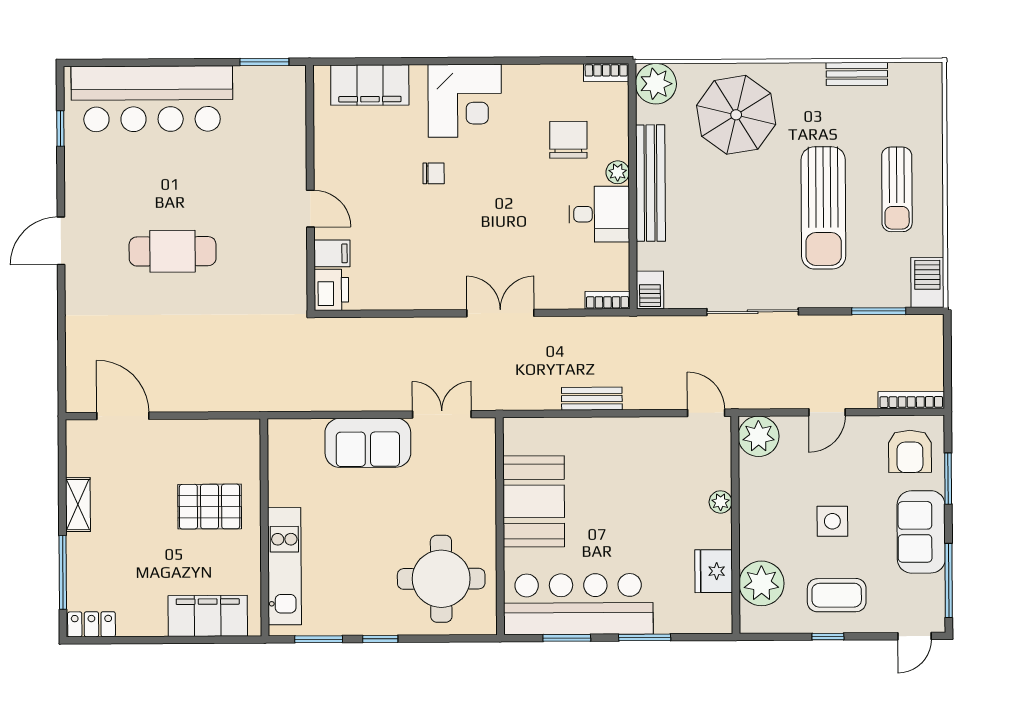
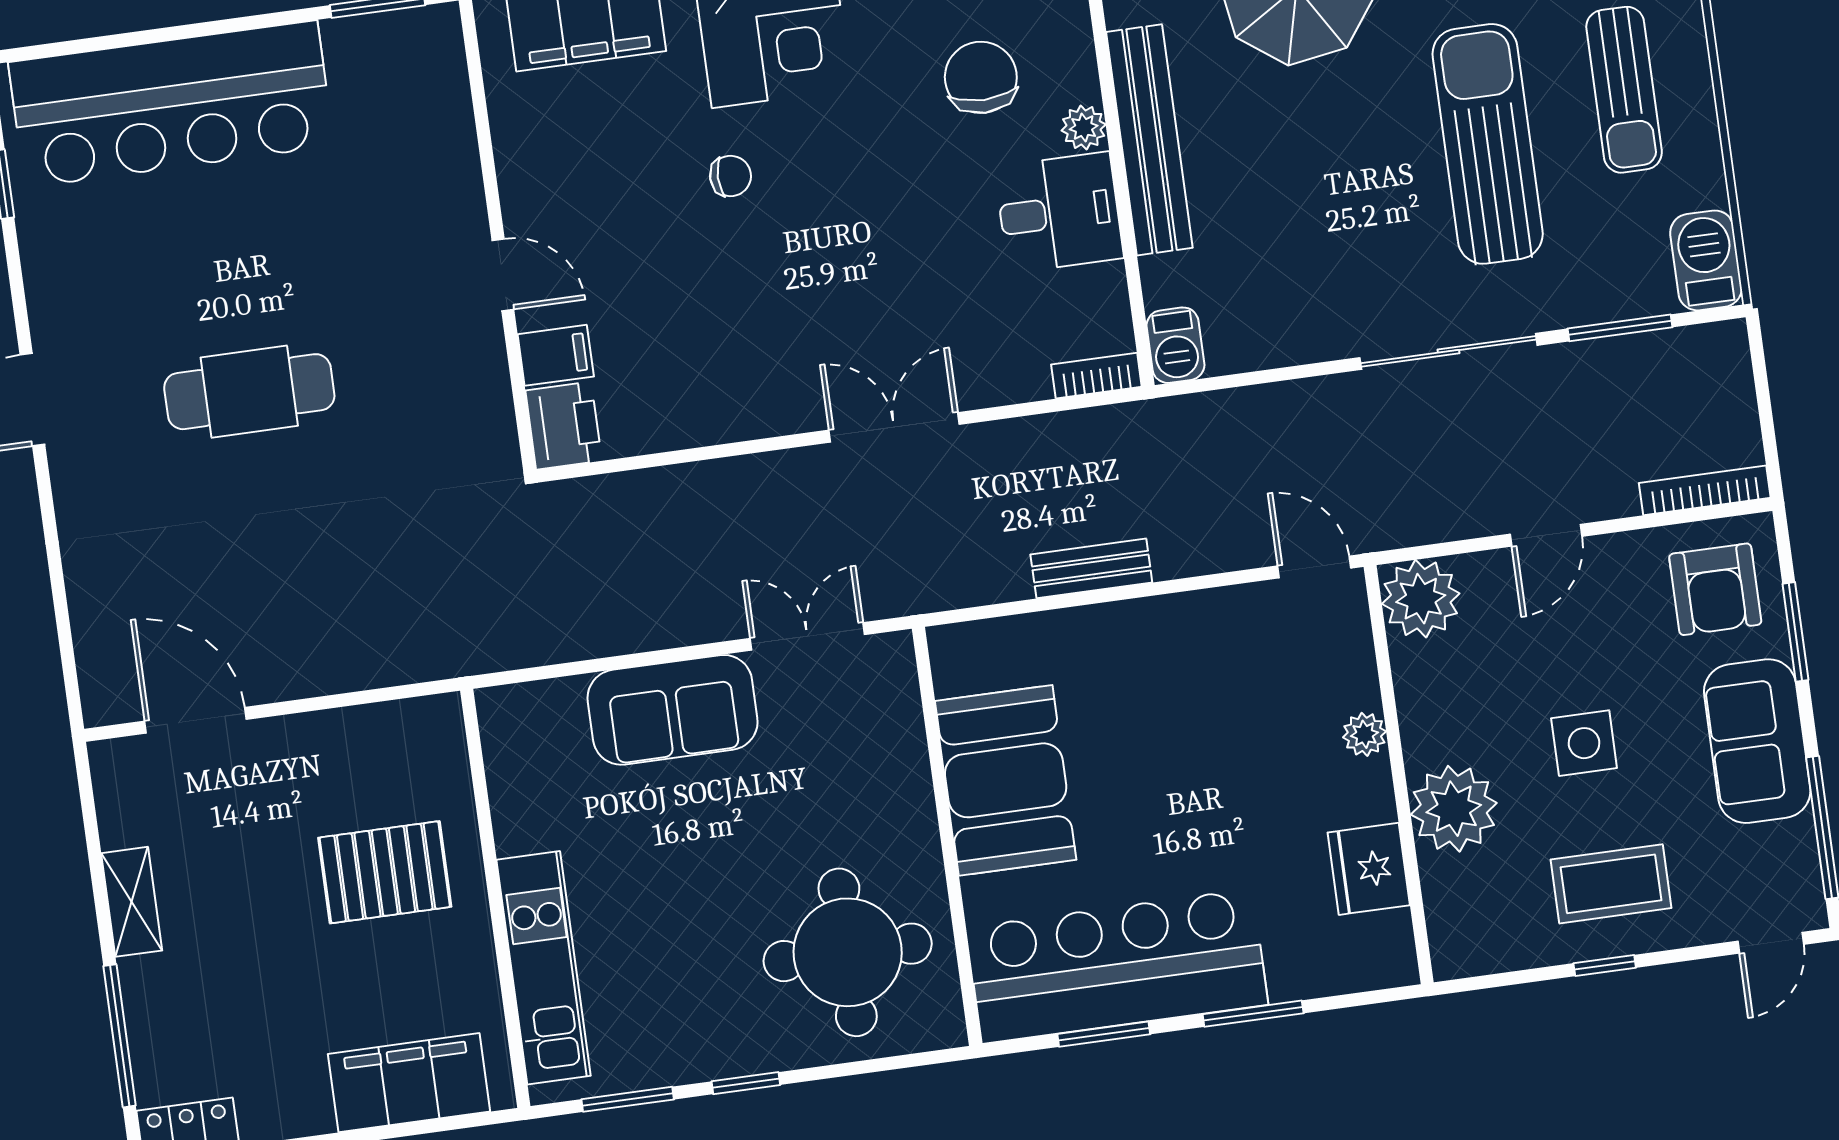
sun lounger: (823, 208) -> (1488, 144), turned 180
sliding door: (753, 312) -> (1448, 351), moved
plant: (761, 583) -> (1454, 809), moved

